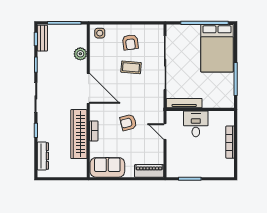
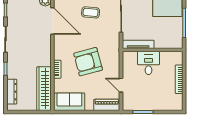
door: (88, 88) -> (52, 21), moved
armchair: (128, 123) -> (88, 62), width x1.88, depth x1.88
door: (165, 131) -> (121, 85), moved
wardrobe: (79, 134) -> (44, 89), moved

